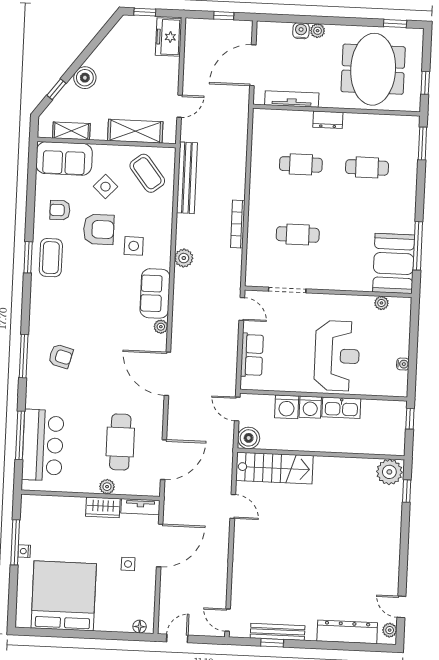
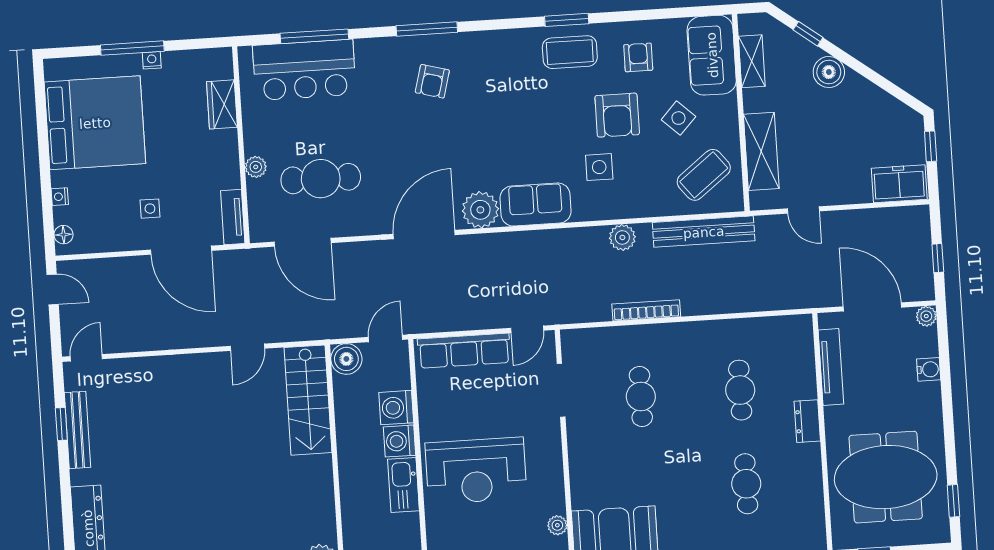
plant: (318, 31) -> (926, 316), moved
plant: (184, 258) -> (622, 237), moved
plant: (161, 327) -> (480, 210), width x1.88, depth x1.88
row of seats: (252, 355) -> (464, 351), width x1.48
wardrobe: (103, 507) -> (222, 104), moved
window: (15, 542) -> (132, 48), moved
nightstand: (113, 626) -> (60, 197), added

